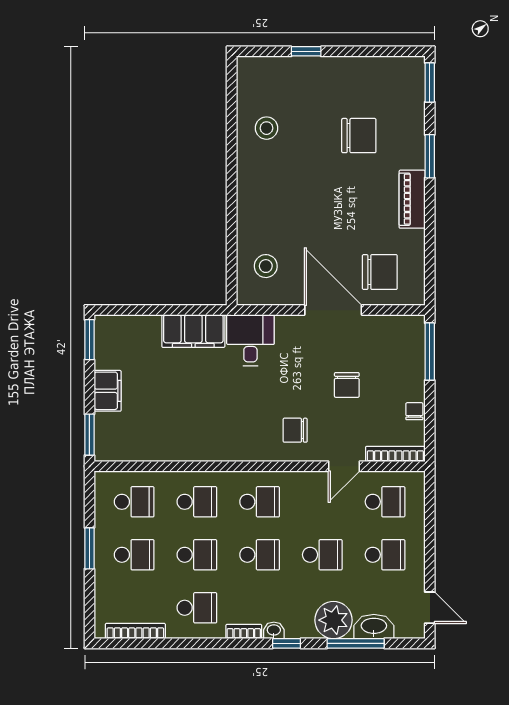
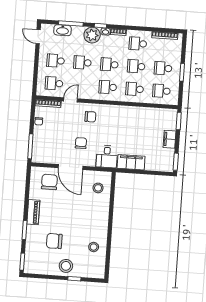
stool: (328, 80) -> (66, 266), added
chair: (380, 272) -> (49, 182), turned 90
chair: (347, 385) -> (81, 143), moved
plant: (333, 620) -> (92, 35), moved

